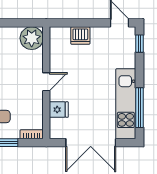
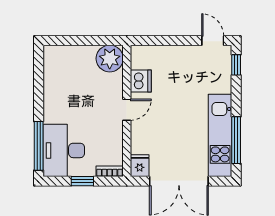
dishwasher: (80, 36) -> (141, 81), moved, turned -90
fridge: (59, 110) -> (140, 166), moved, turned -90

